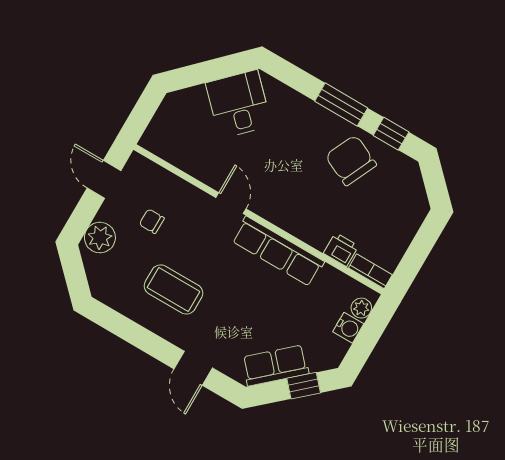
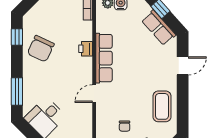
window: (341, 105) -> (17, 91), moved
printer: (341, 250) -> (86, 49), moved
coffee table: (173, 289) -> (162, 106), moved

